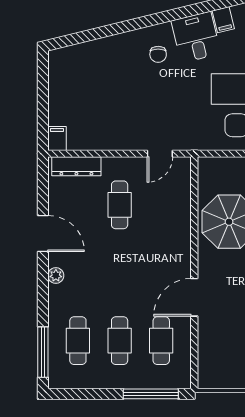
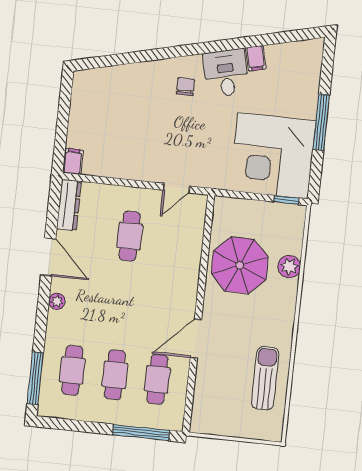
chair: (158, 54) -> (185, 87), turned 180
dresser: (76, 166) -> (69, 205), moved, turned -90

